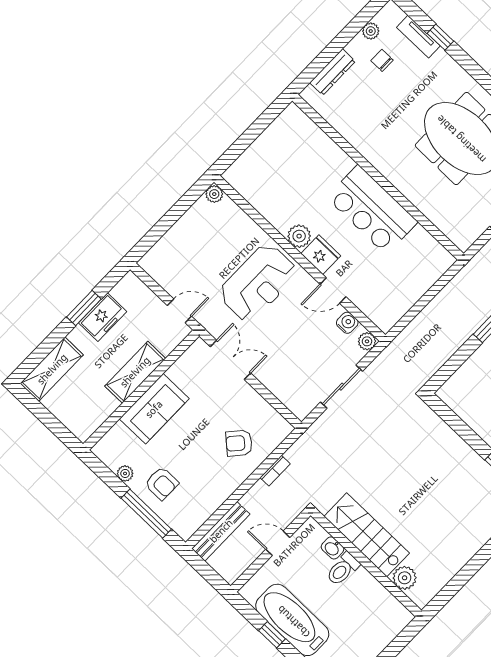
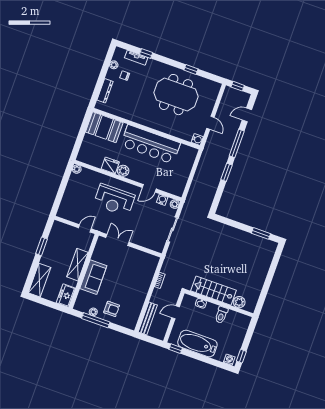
booth: (301, 139) -> (104, 127), added
bar counter: (372, 210) -> (150, 144), width x1.36
water cooler: (463, 240) -> (197, 139), added
fridge: (321, 255) -> (110, 165), moved
reception desk: (258, 283) -> (114, 200), turned 90
freezer: (103, 317) -> (66, 295), moved, turned 180
armchair: (239, 443) -> (138, 275), removed
window: (146, 514) -> (96, 320), moved
toilet: (343, 569) -> (221, 315), moved
window: (272, 635) -> (176, 349), moved

